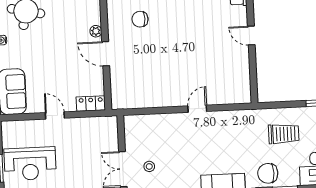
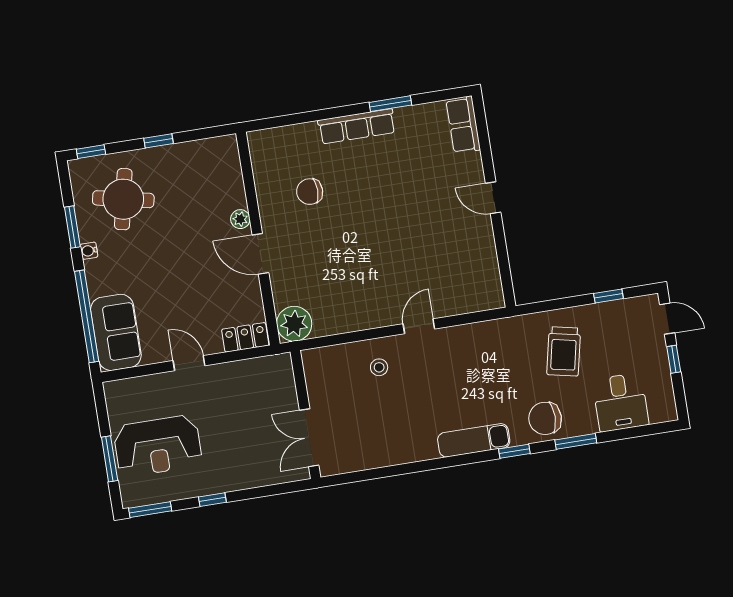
plant: (122, 99) -> (294, 324), added
trolley: (284, 134) -> (564, 351), turned 102
stool: (149, 166) -> (379, 367), moved

